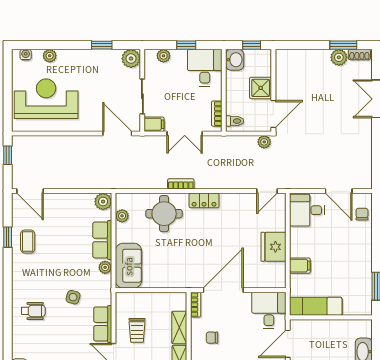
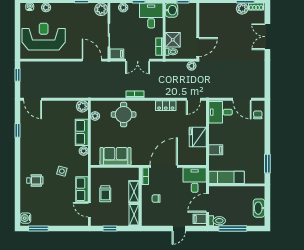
shower: (261, 88) -> (173, 40), moved
locker: (204, 200) -> (166, 106), moved
coffee table: (28, 242) -> (31, 133), removed
sofa: (129, 266) -> (116, 156), moved, turned -90

